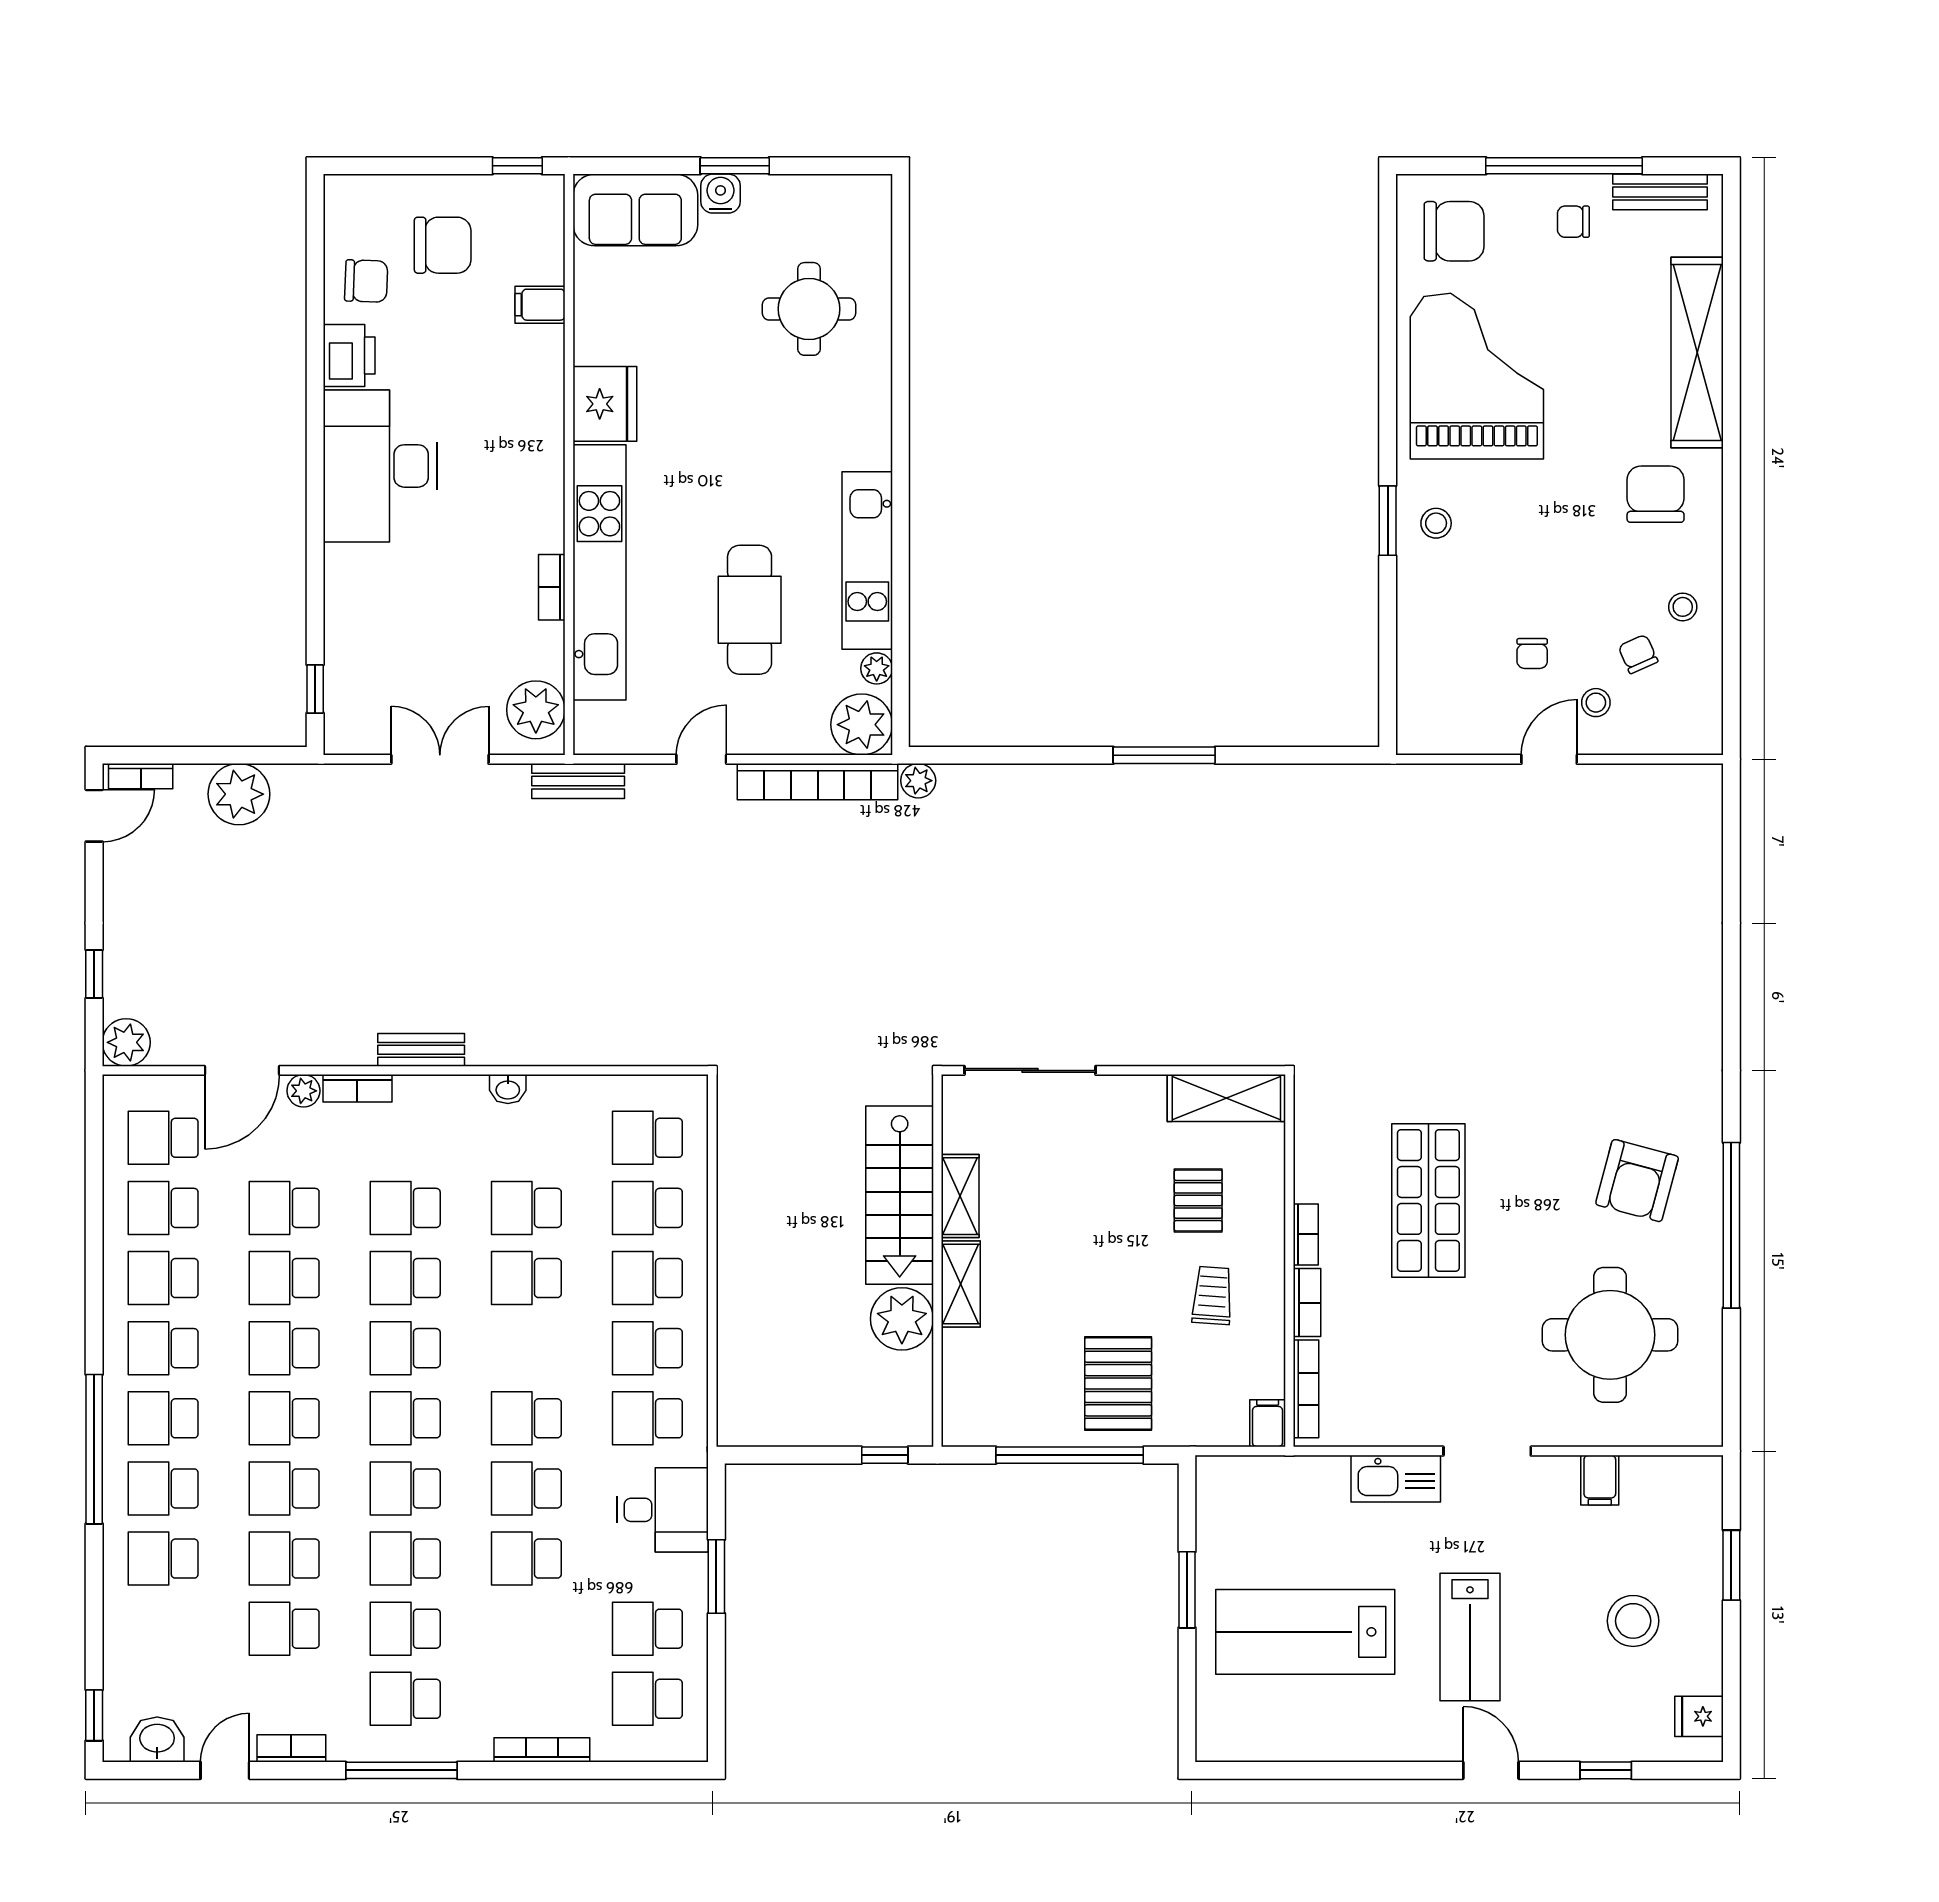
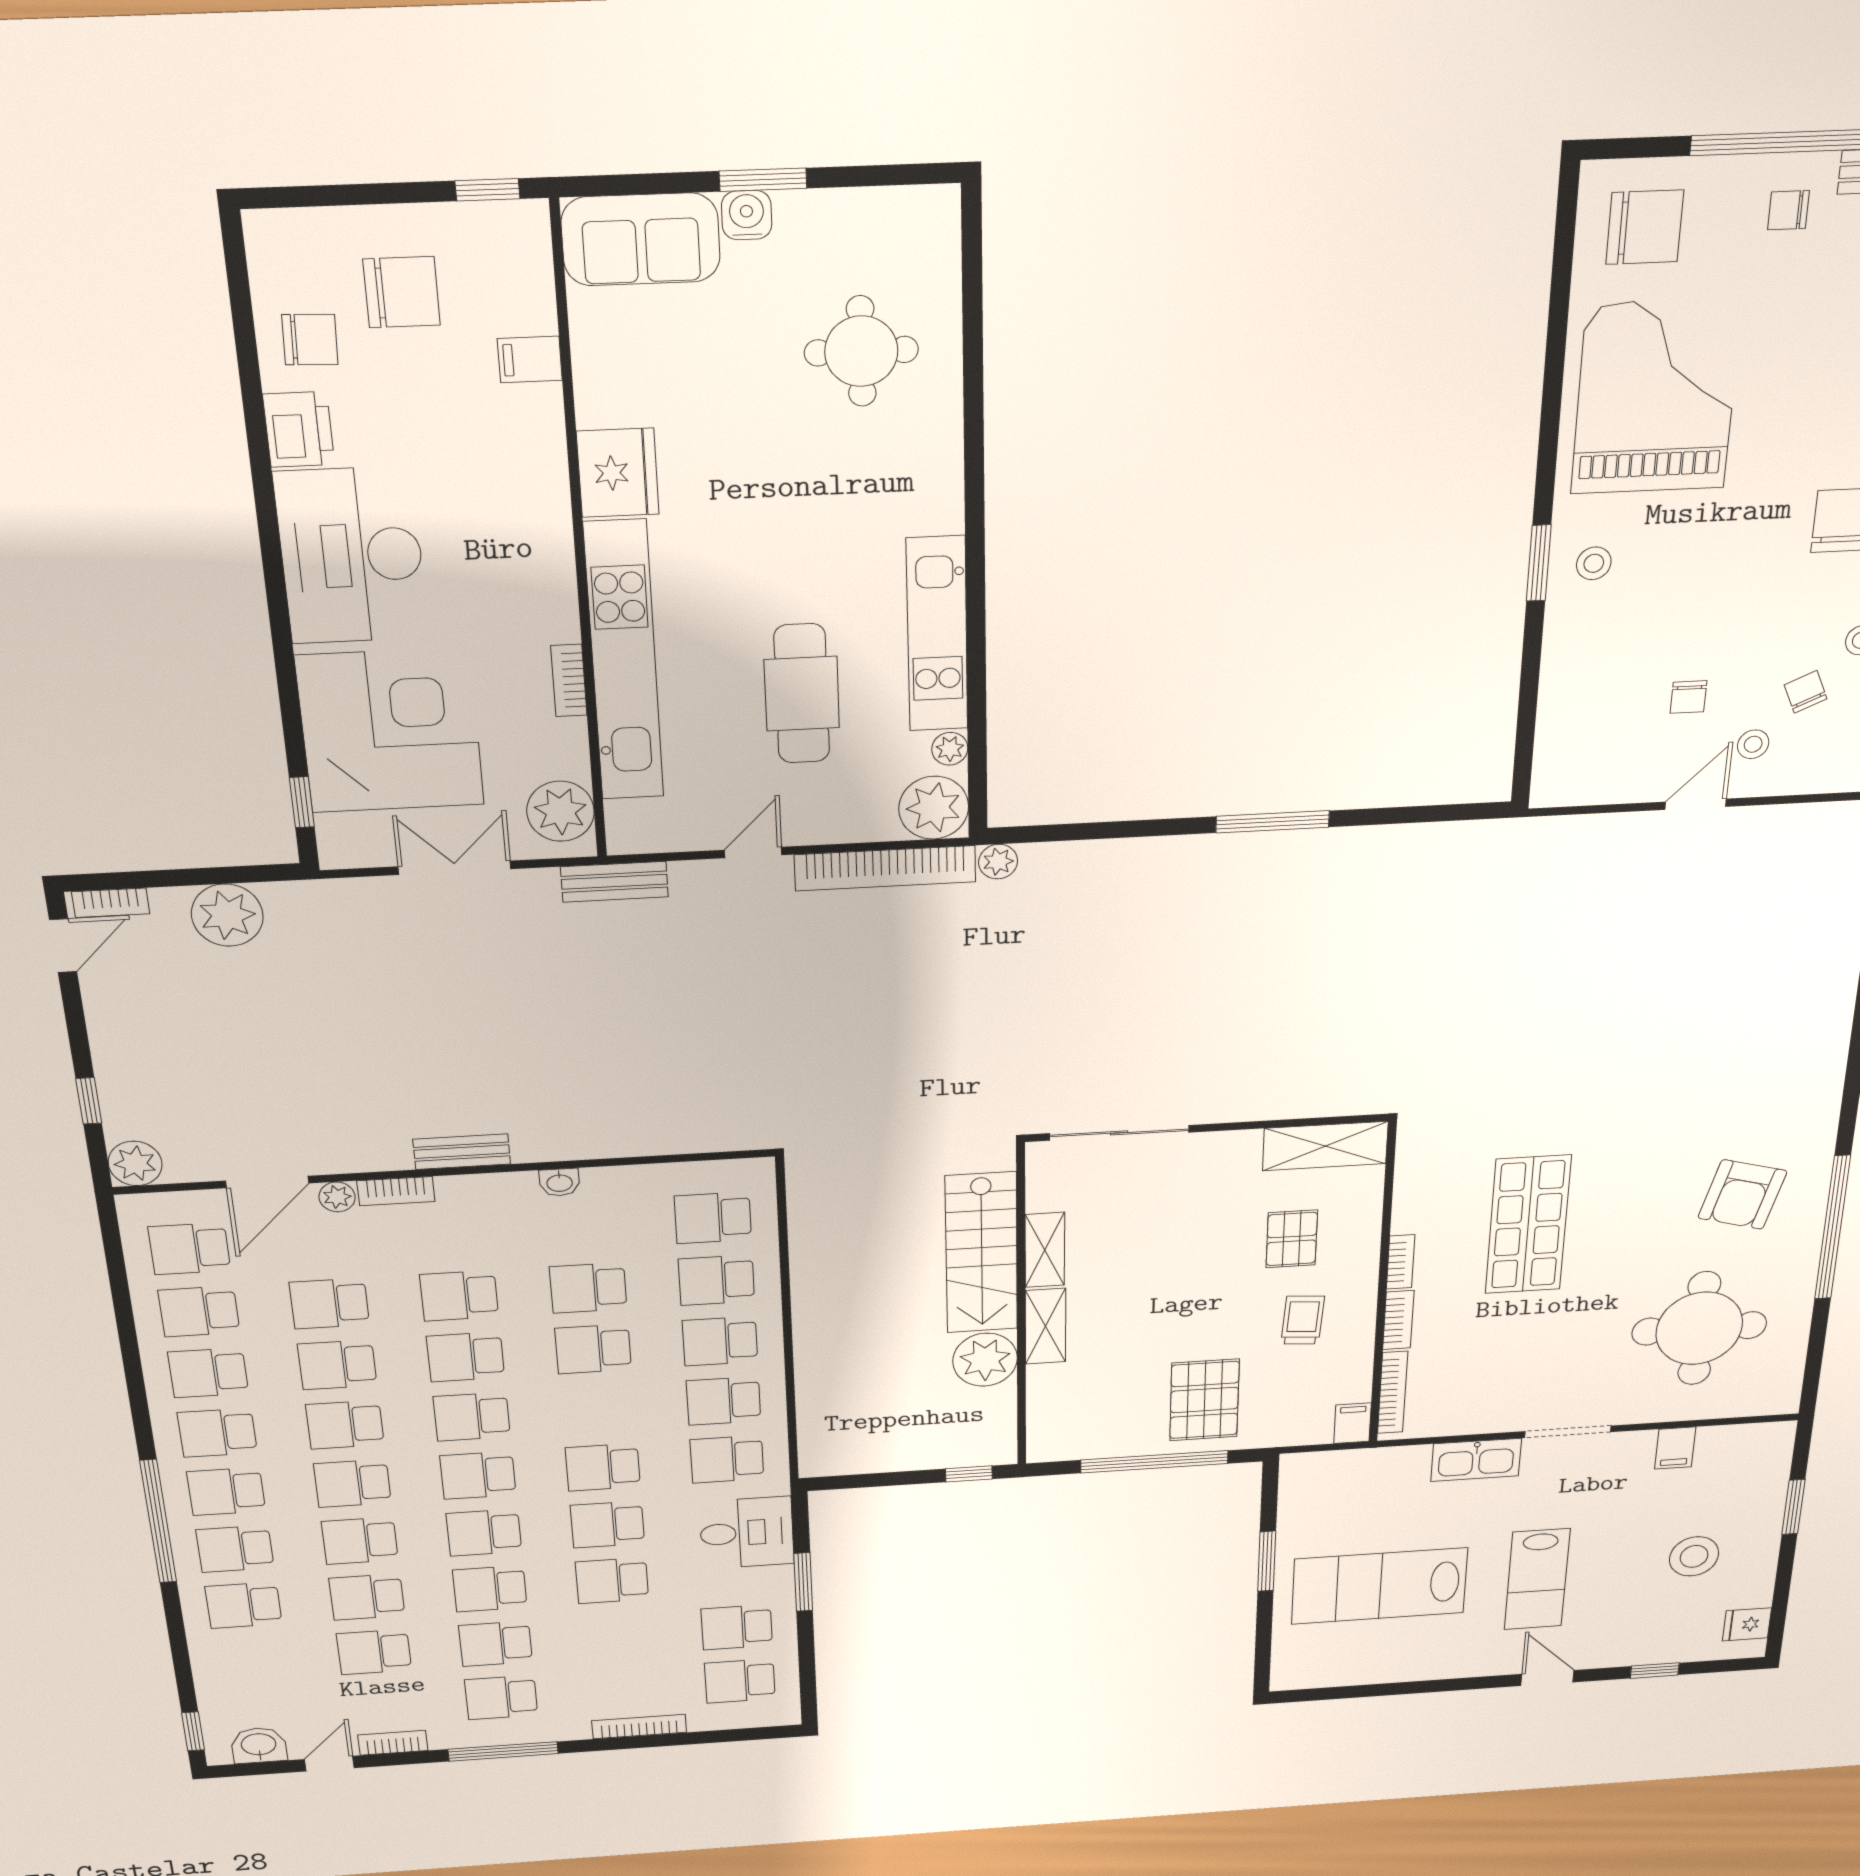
corner desk: (397, 626) -> (390, 731), added

